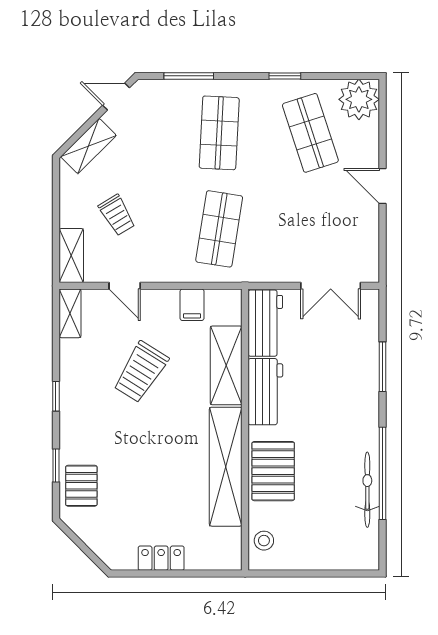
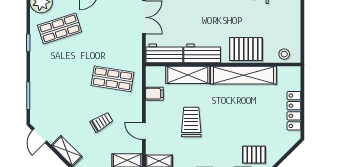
shop shelf: (219, 133) -> (60, 79), removed
trolley: (117, 215) -> (102, 122), moved
door: (125, 286) -> (144, 131), swing flipped
trolley: (141, 372) -> (191, 122), turned -122
locker: (161, 558) -> (294, 111), width x1.53

